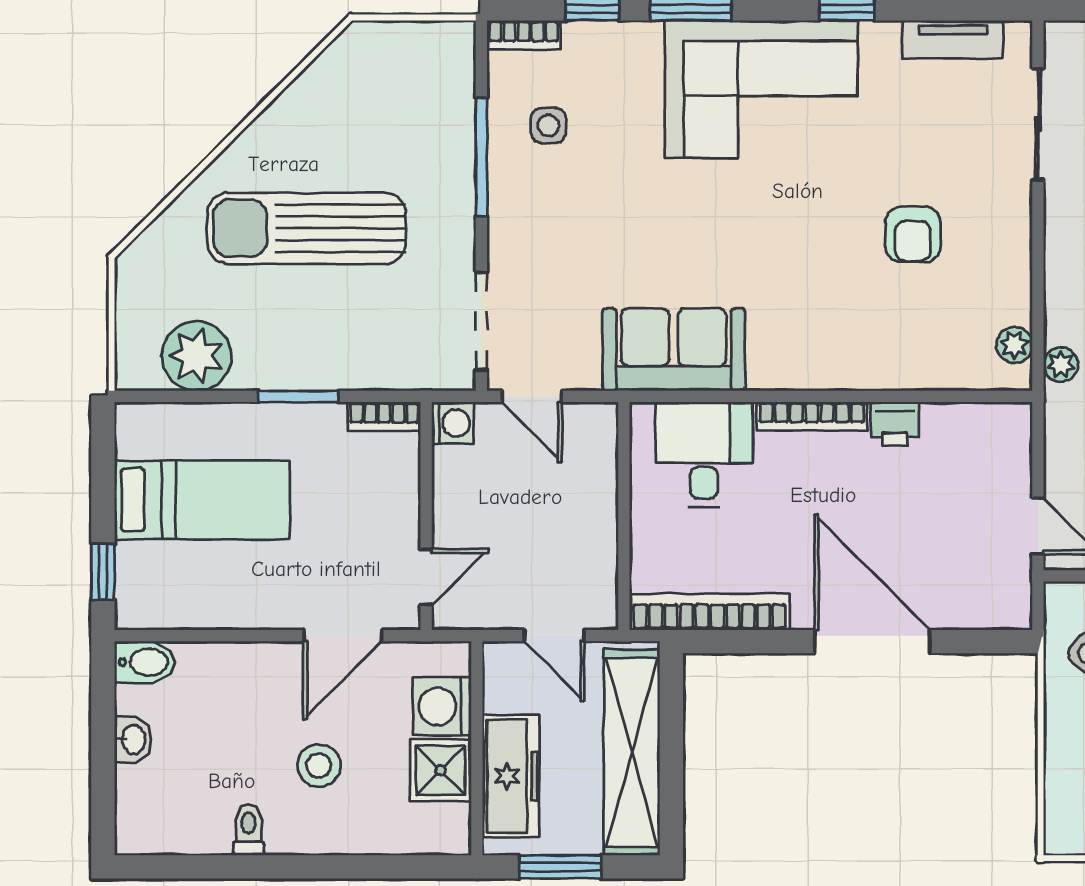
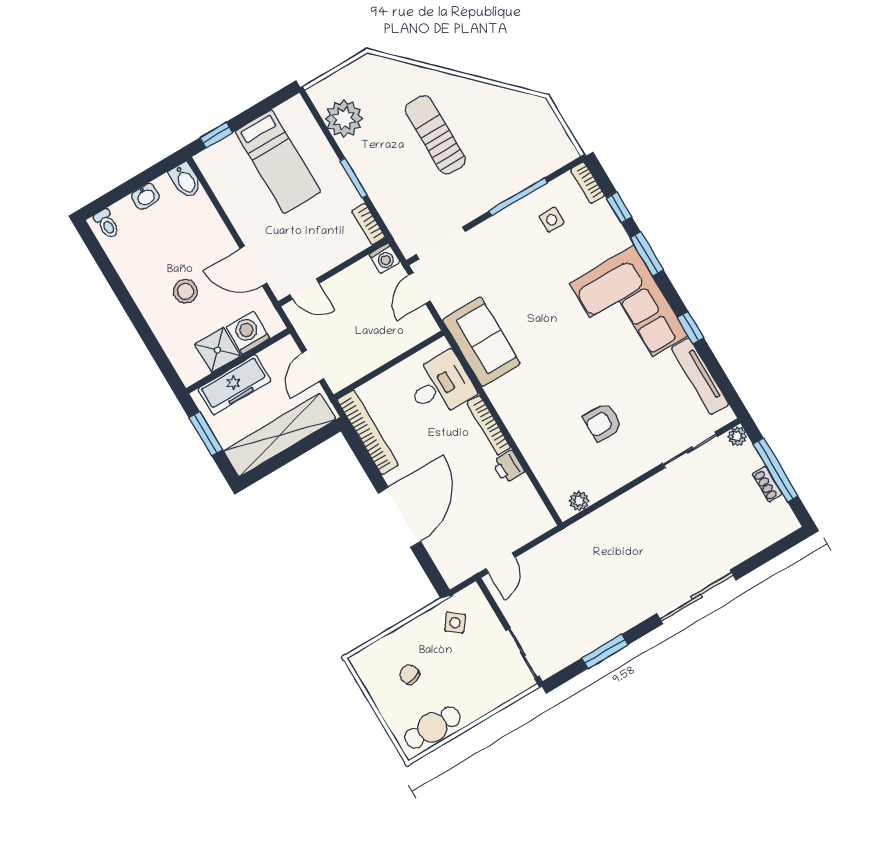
tv unit: (953, 40) -> (700, 376), width x1.41
sun lounger: (307, 228) -> (435, 135), width x0.73, depth x0.75
plant: (1061, 365) -> (737, 436), moved
toilet: (249, 830) -> (107, 224), moved, turned 90

